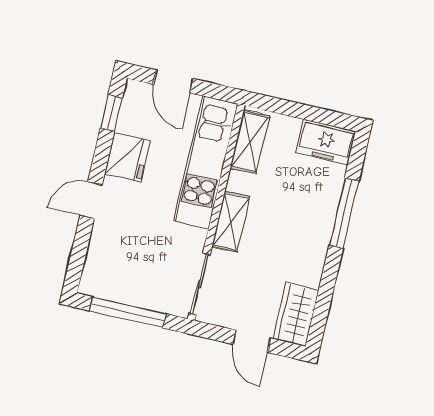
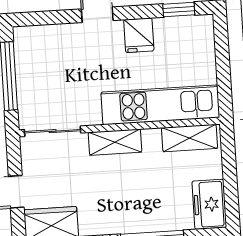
door: (173, 81) -> (222, 55), removed
fridge: (127, 157) -> (139, 35), width x0.72

